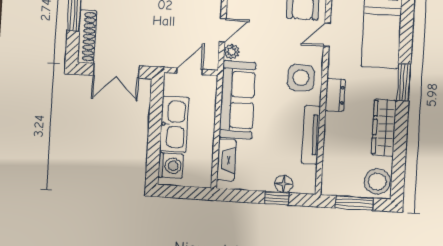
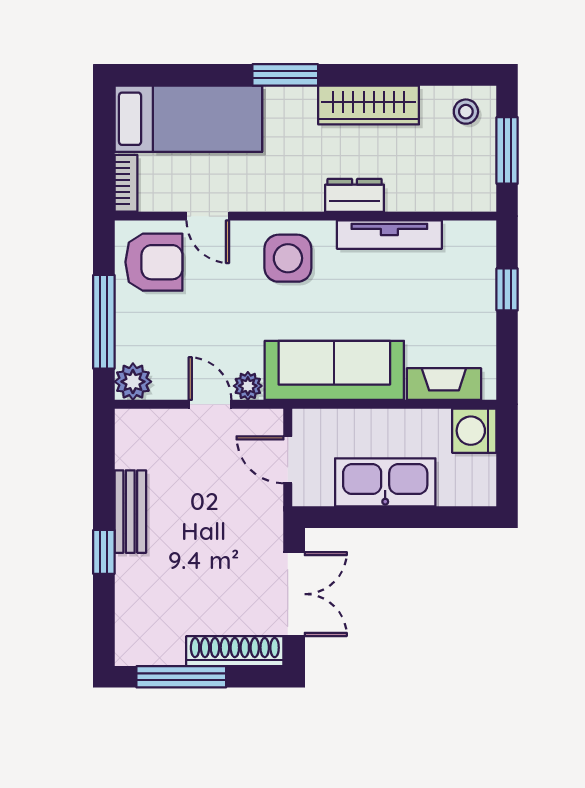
dresser: (335, 95) -> (355, 195), moved
washing machine: (171, 166) -> (474, 431), moved, turned -90
stool: (377, 181) -> (466, 112), width x0.53, depth x0.53
floor lamp: (284, 184) -> (481, 278), removed

